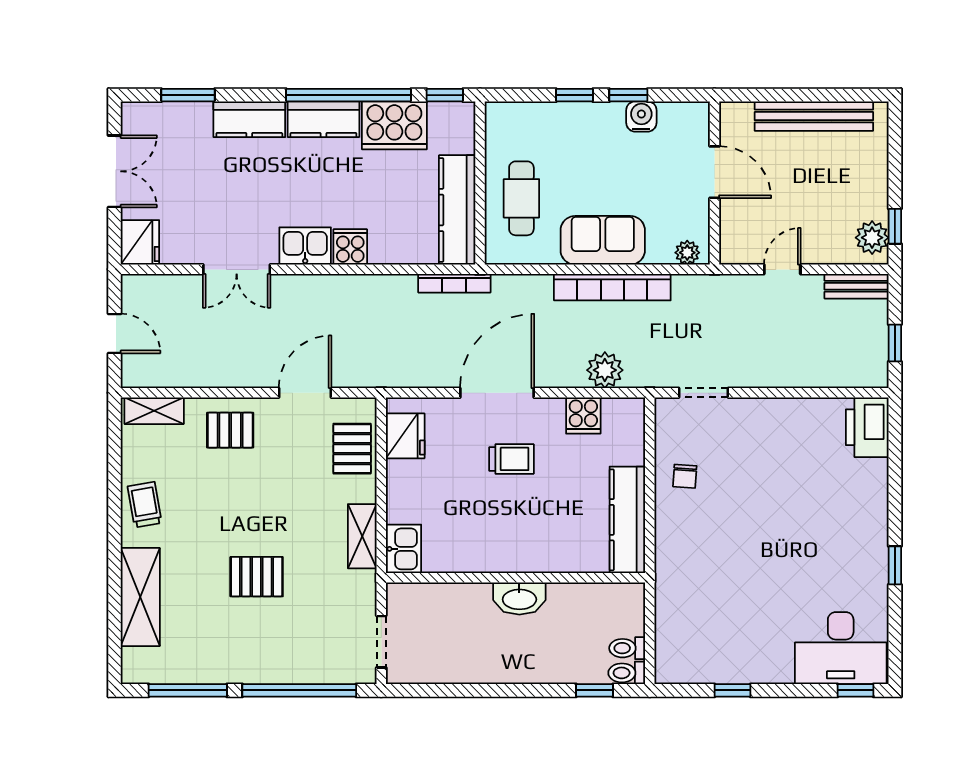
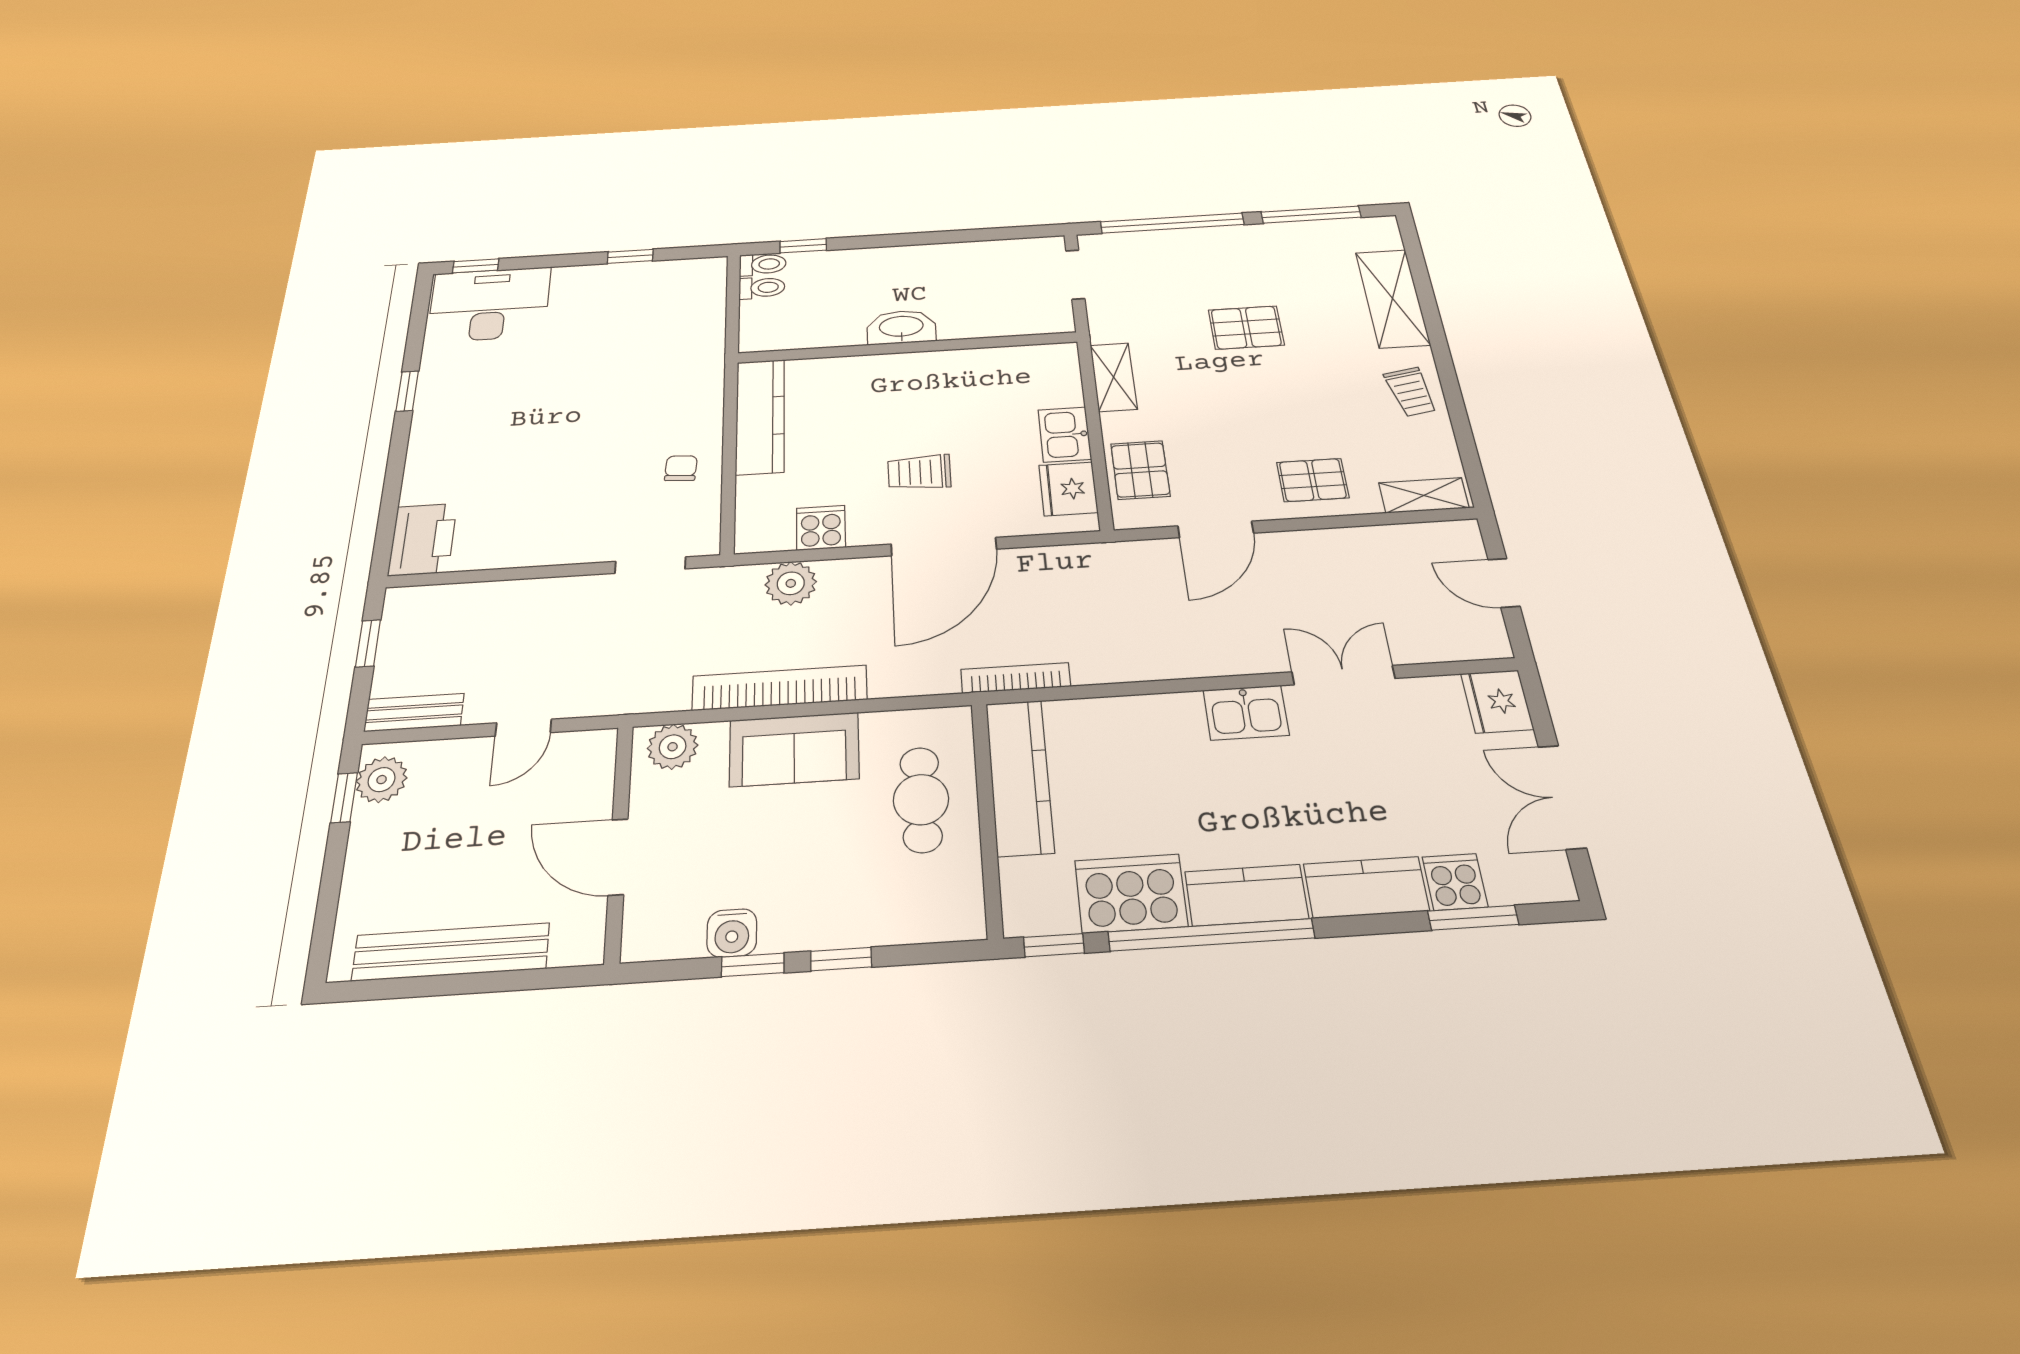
cooker: (350, 247) -> (1455, 882), moved, turned 180
plant: (687, 253) -> (673, 747), width x1.38, depth x1.38
kitchen sink: (404, 549) -> (1065, 434), moved

